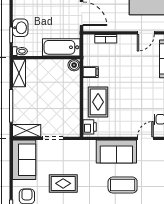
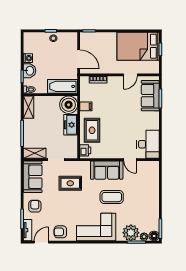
washing machine: (18, 12) -> (28, 58), added
boiler: (74, 65) -> (69, 105), width x1.86, depth x1.86
freezer: (72, 95) -> (71, 125), added
door: (145, 138) -> (130, 160), swing flipped
rug: (63, 183) -> (70, 183), moved

